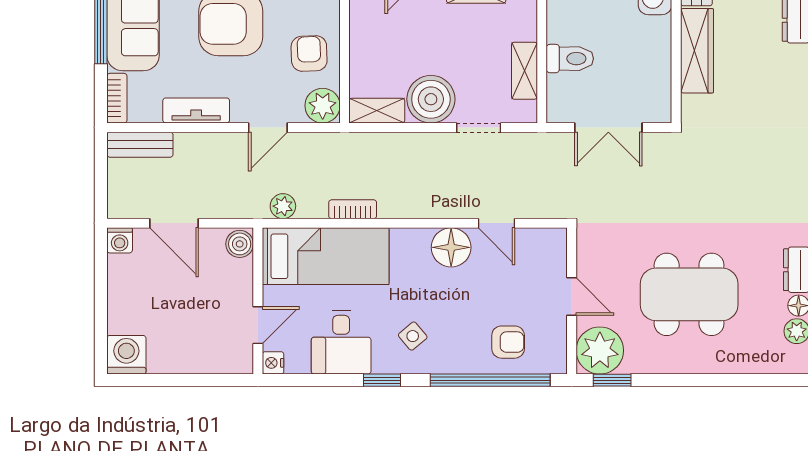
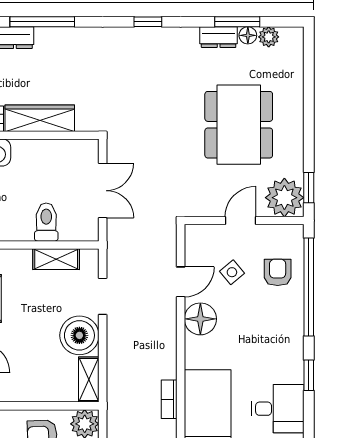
side table: (413, 336) -> (232, 272), moved

